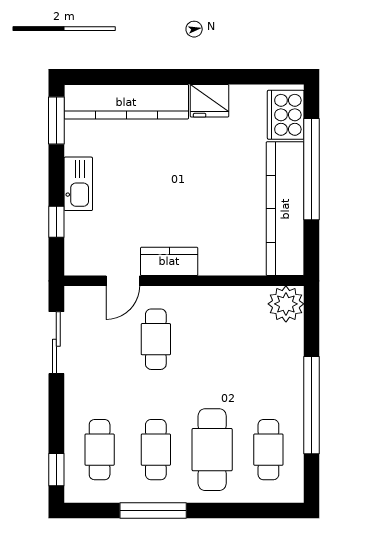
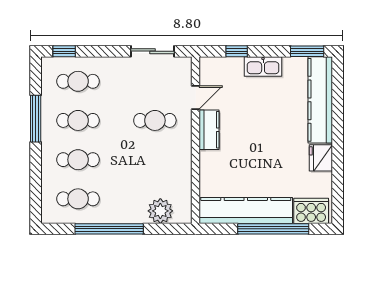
door: (123, 281) -> (196, 97), swing flipped
plant: (286, 304) -> (160, 211), moved
cafe table: (212, 450) -> (78, 160), width x0.73, depth x0.74

